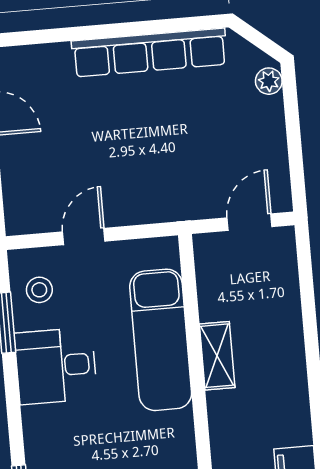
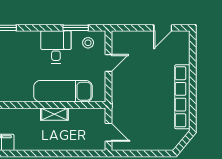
plant: (269, 81) -> (166, 145), removed
door: (84, 236) -> (109, 63), hinge flipped

